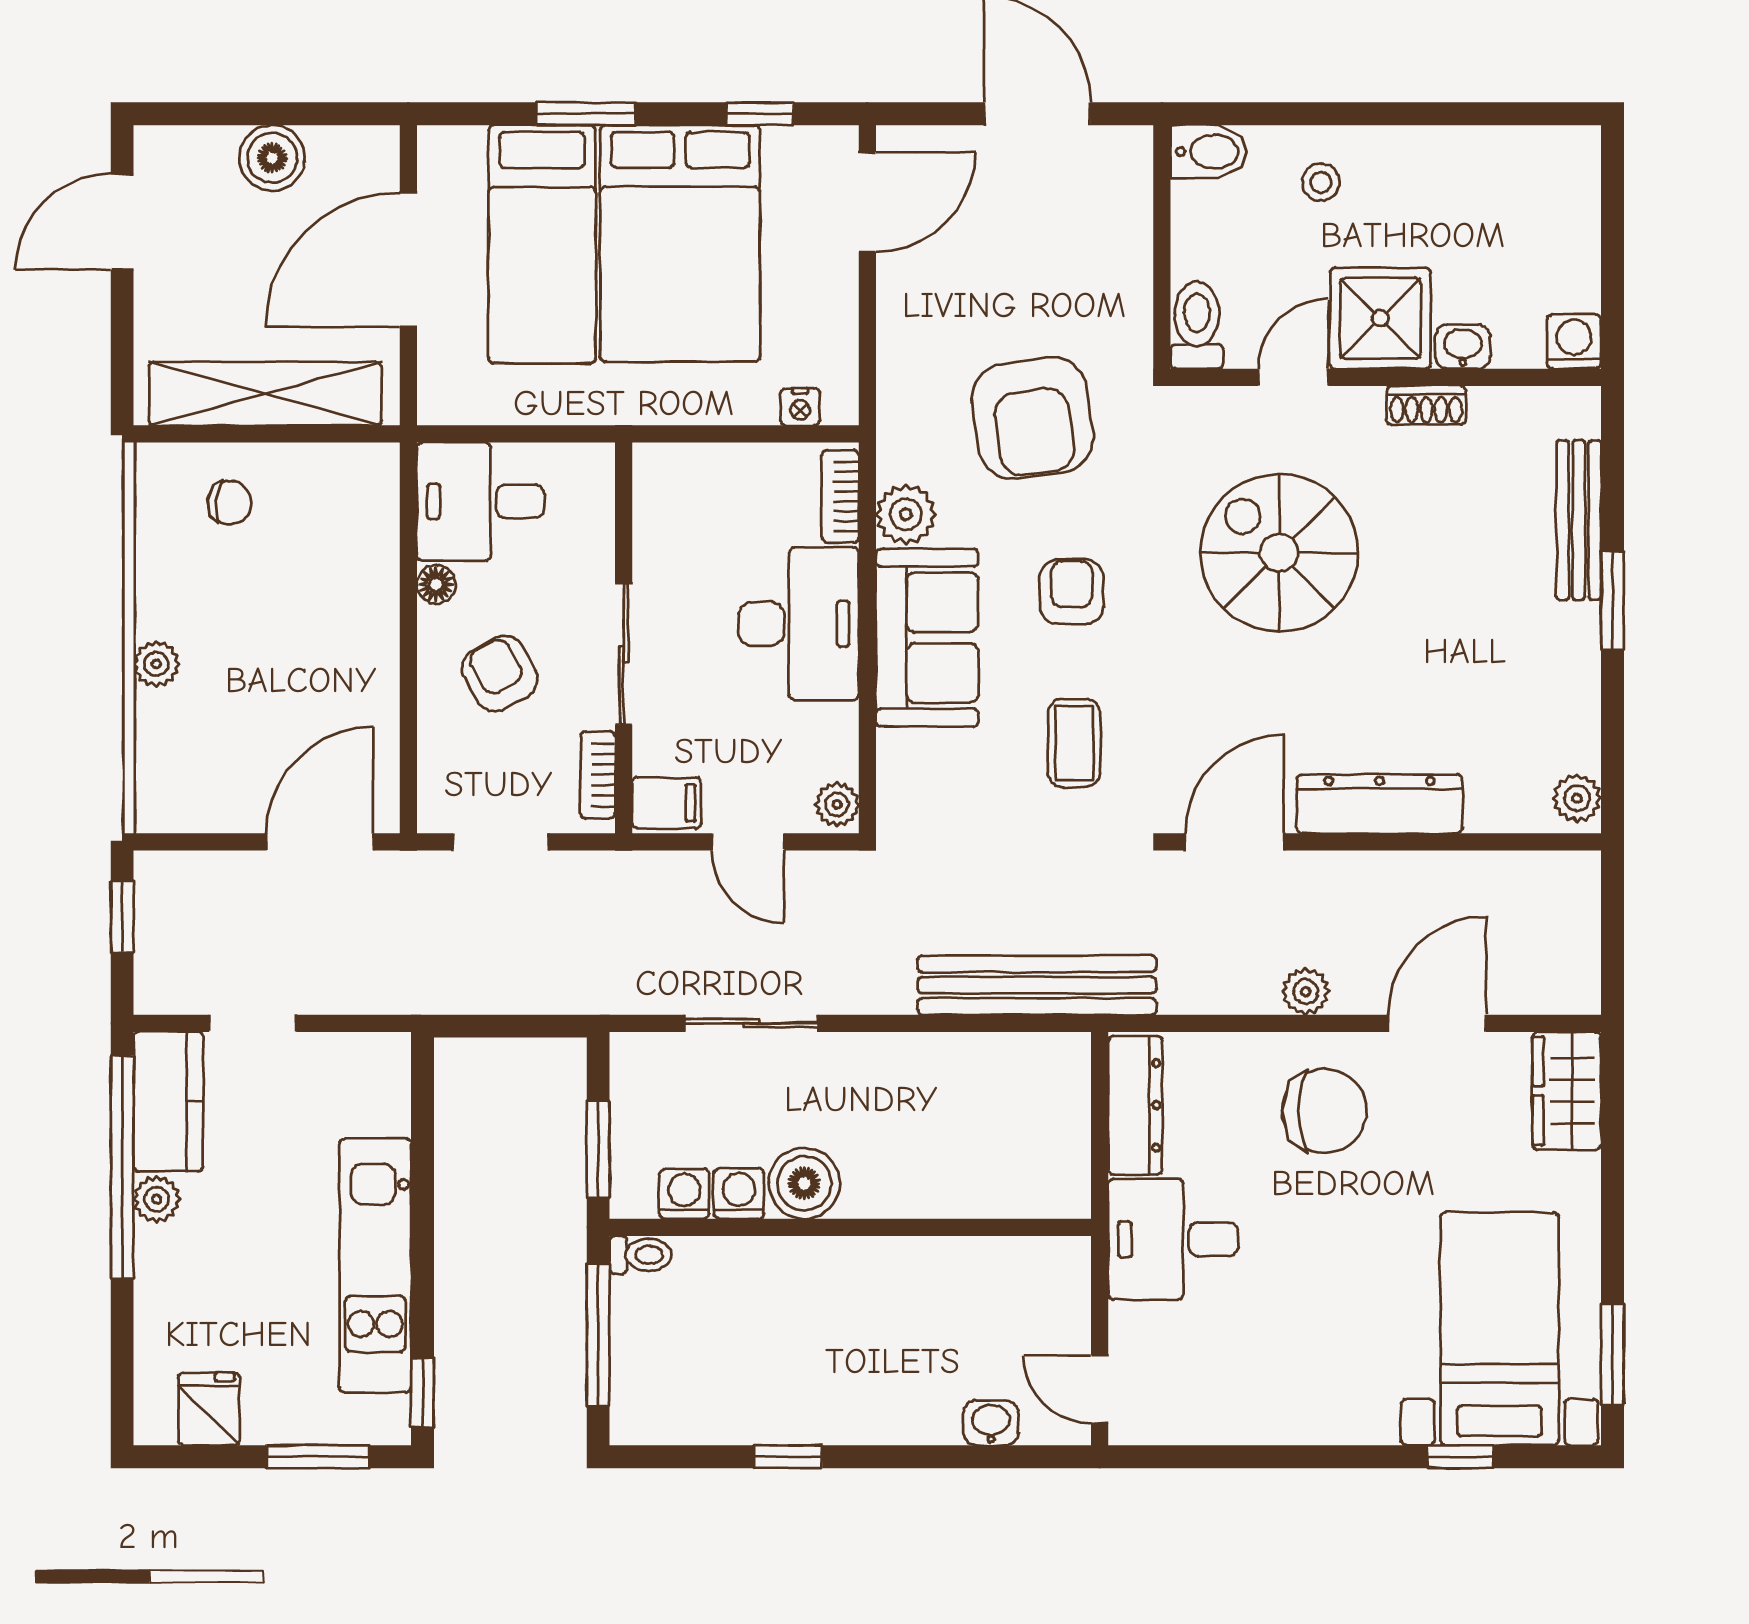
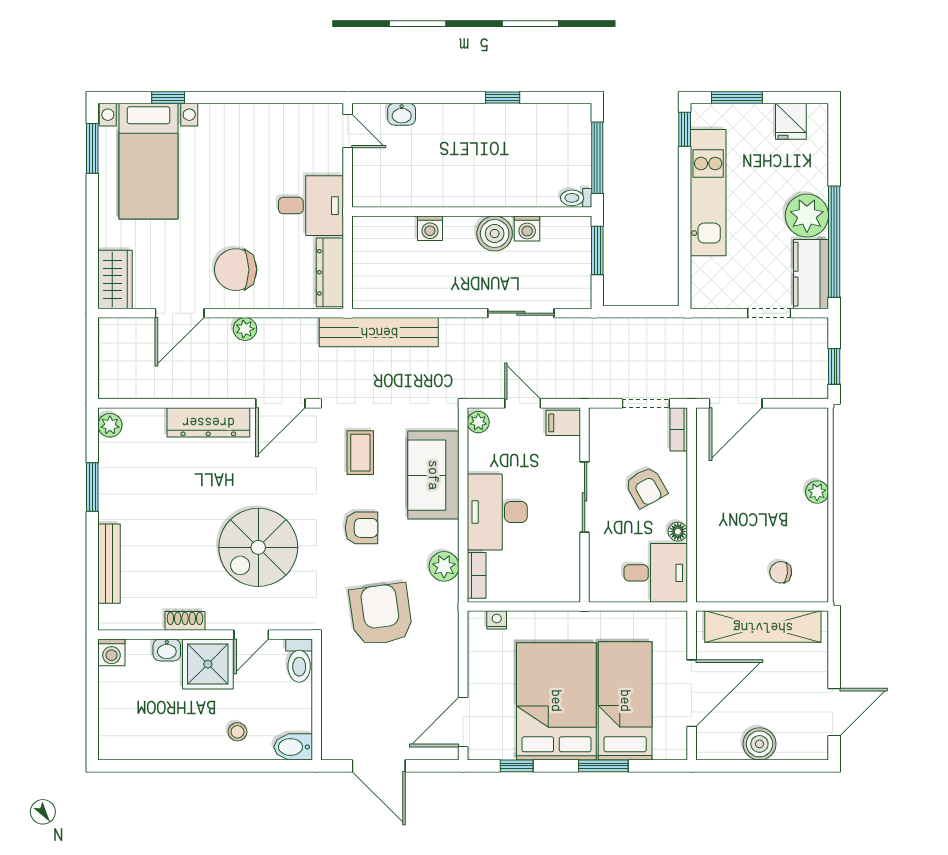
spiral stairs: (1279, 553) -> (258, 547), turned 90
armchair: (1072, 592) -> (362, 528), turned -90
window: (1612, 600) -> (92, 487), moved
sofa: (927, 638) -> (433, 475), moved
bookcase: (598, 775) -> (679, 429), moved, turned 180
washing machine: (684, 1194) -> (430, 228), moved
plant: (157, 1199) -> (807, 216), width x1.88, depth x1.88

